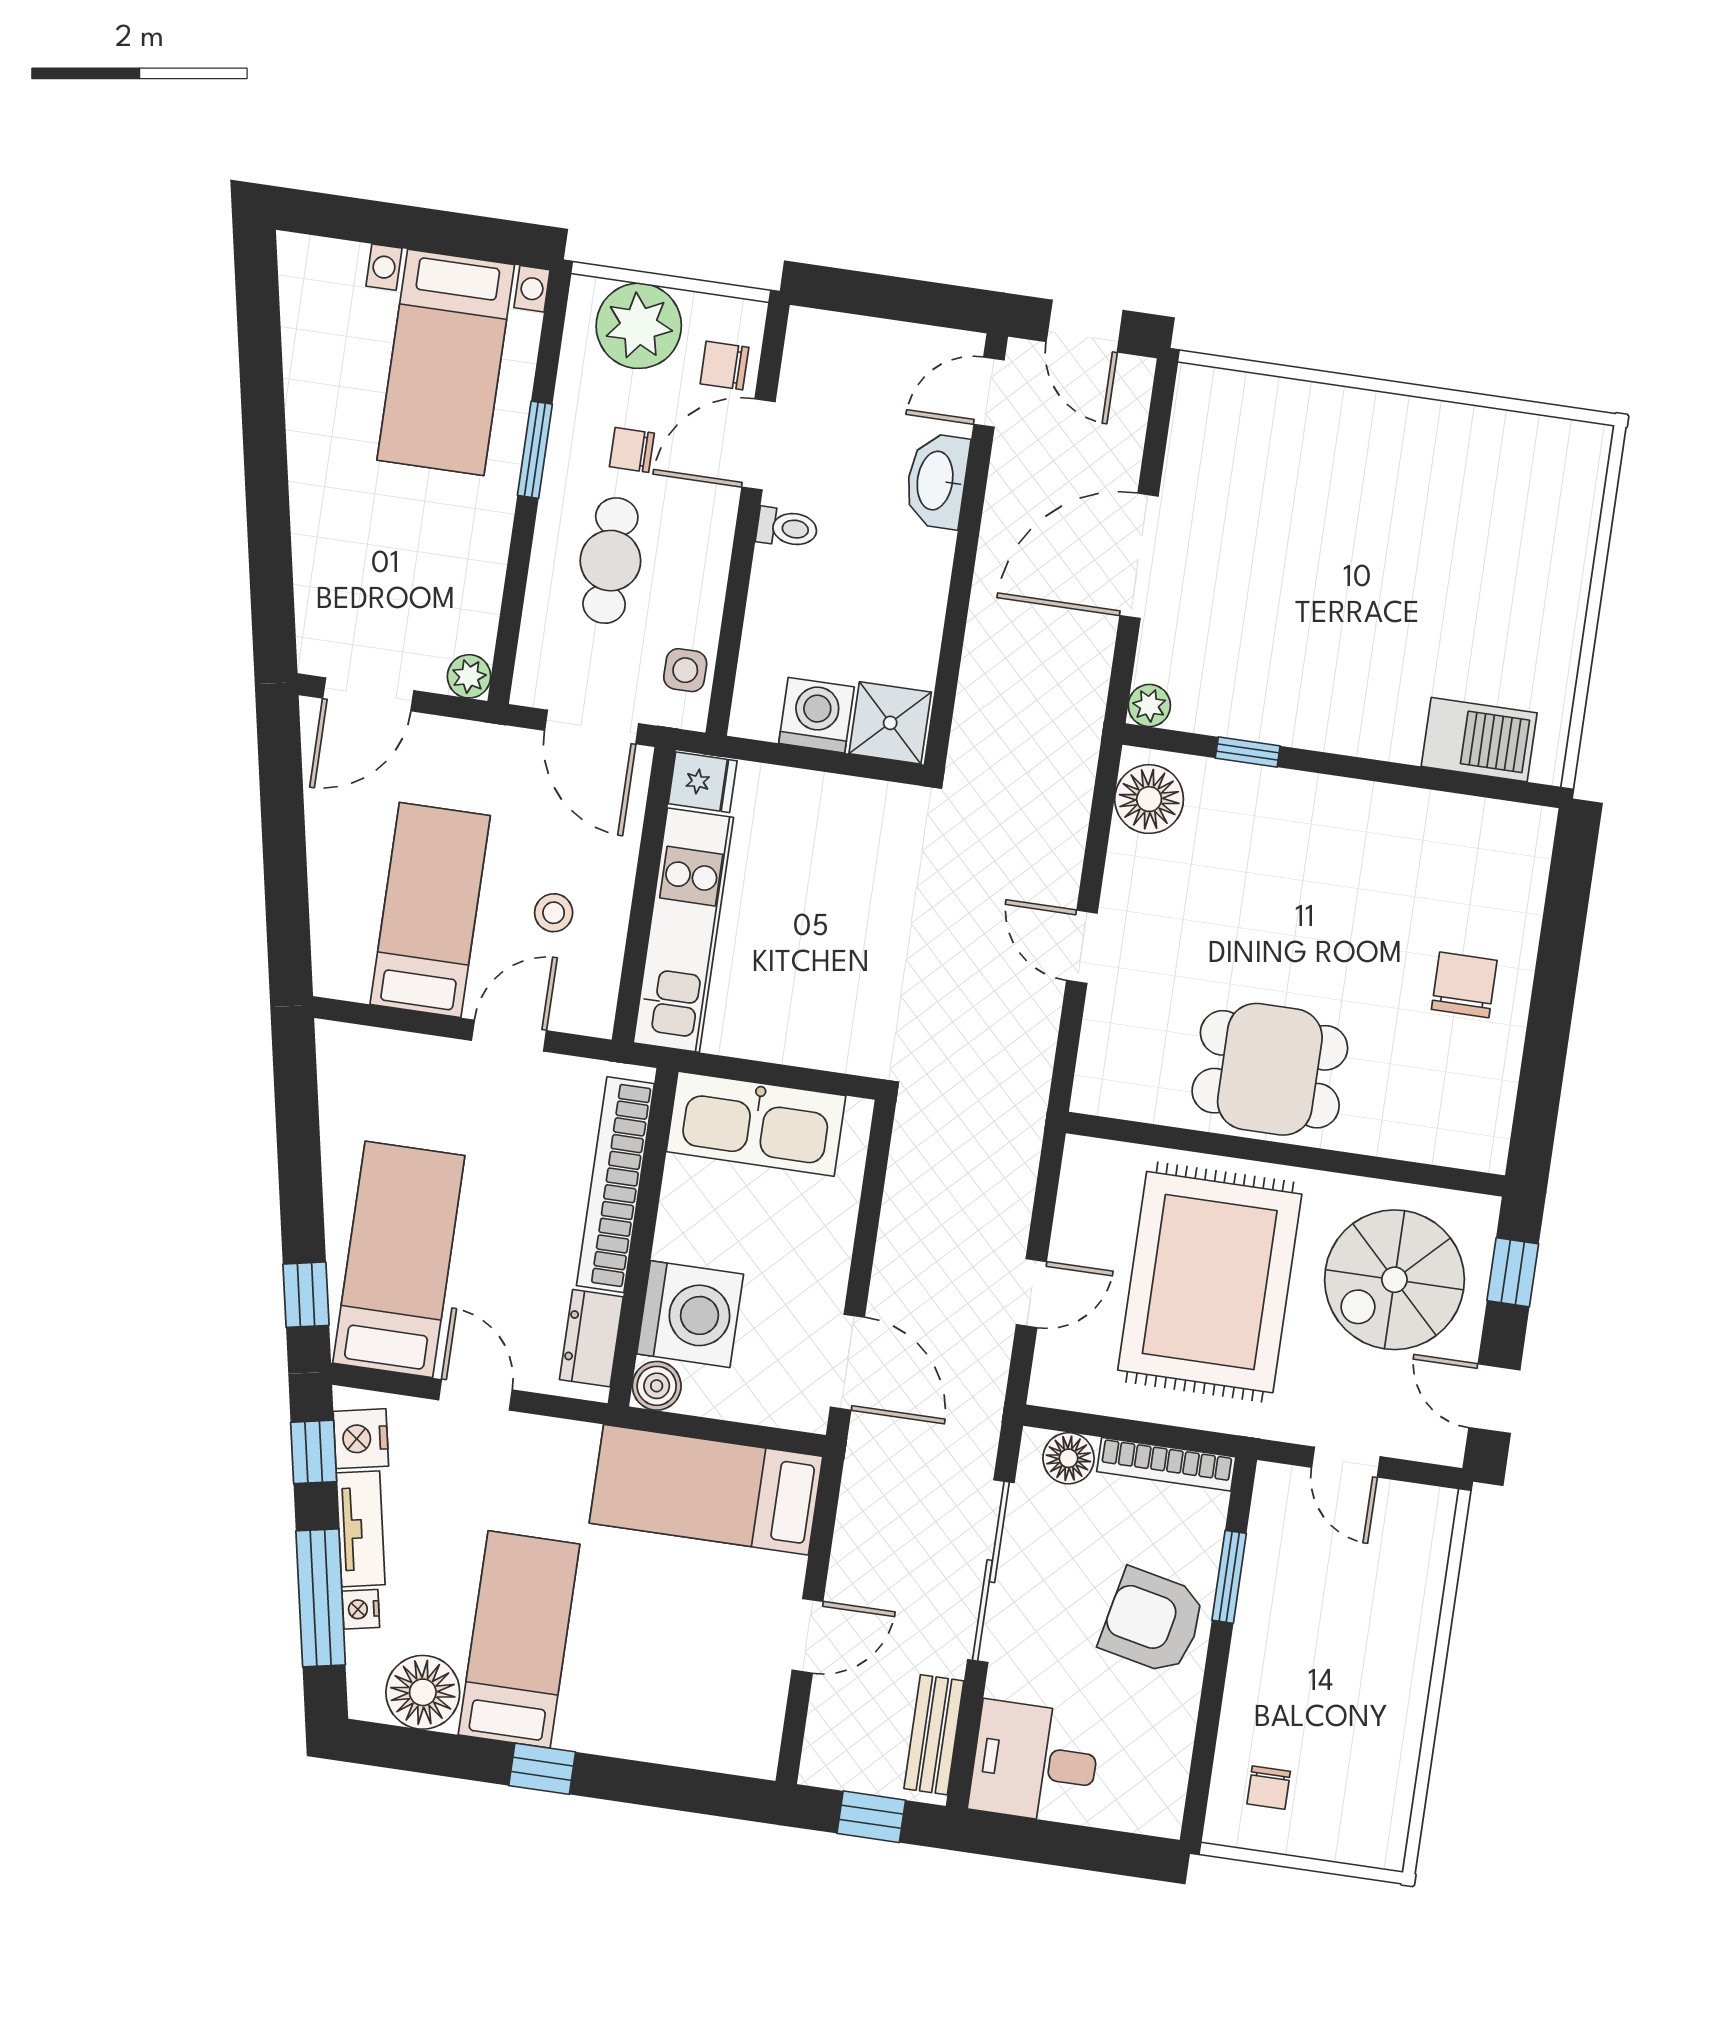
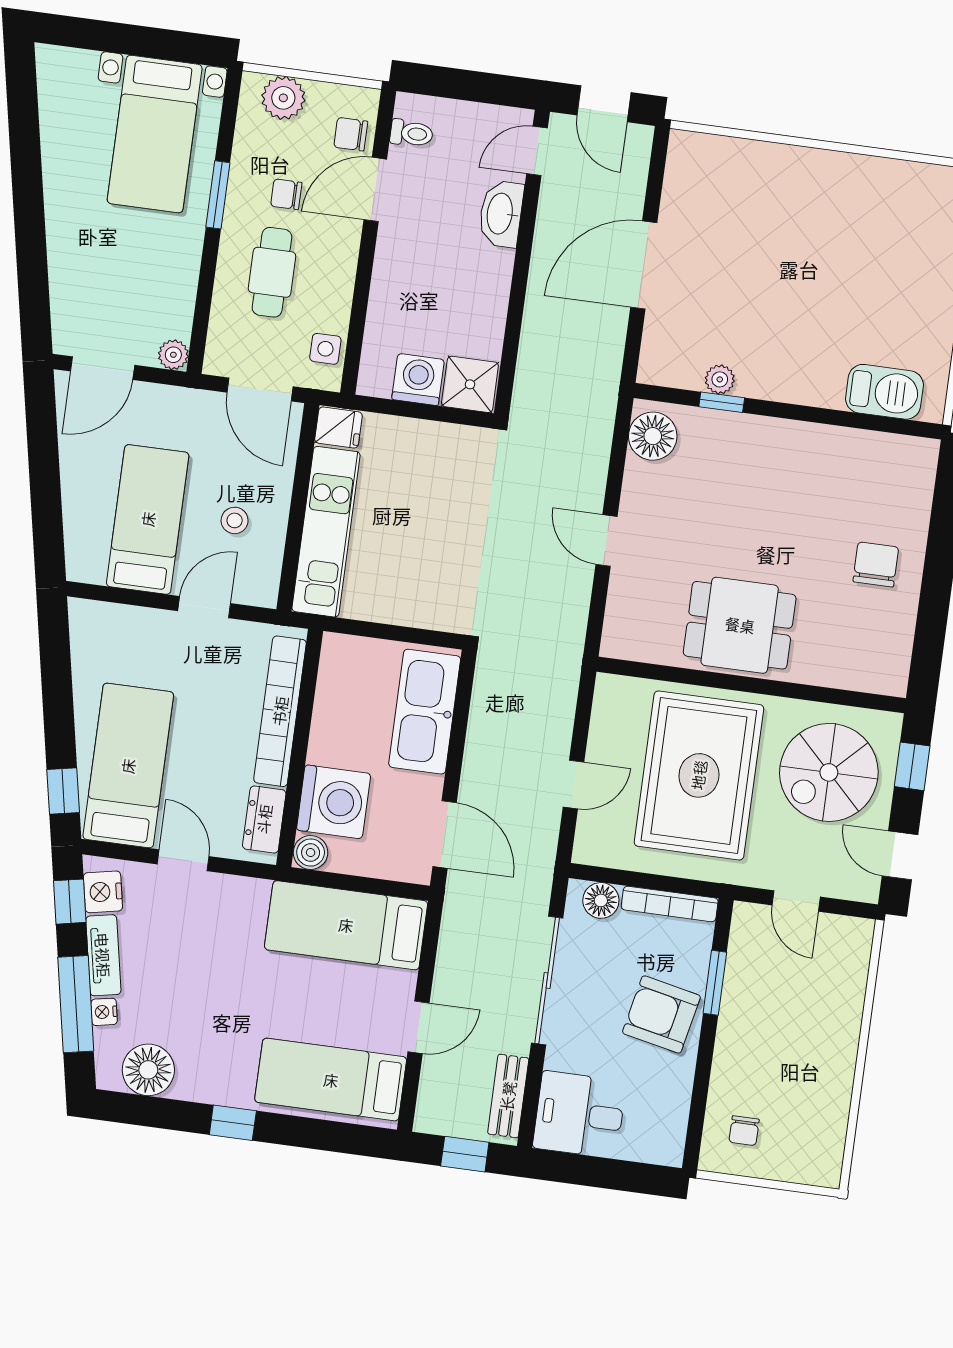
plant: (639, 326) -> (283, 98), width x0.73, depth x0.73
toilet: (787, 528) -> (412, 133), moved
plant: (1149, 706) -> (720, 379), moved
kitchen sink: (756, 1124) -> (425, 712), moved, turned 90
bed: (519, 1639) -> (331, 1080), moved, turned -90

